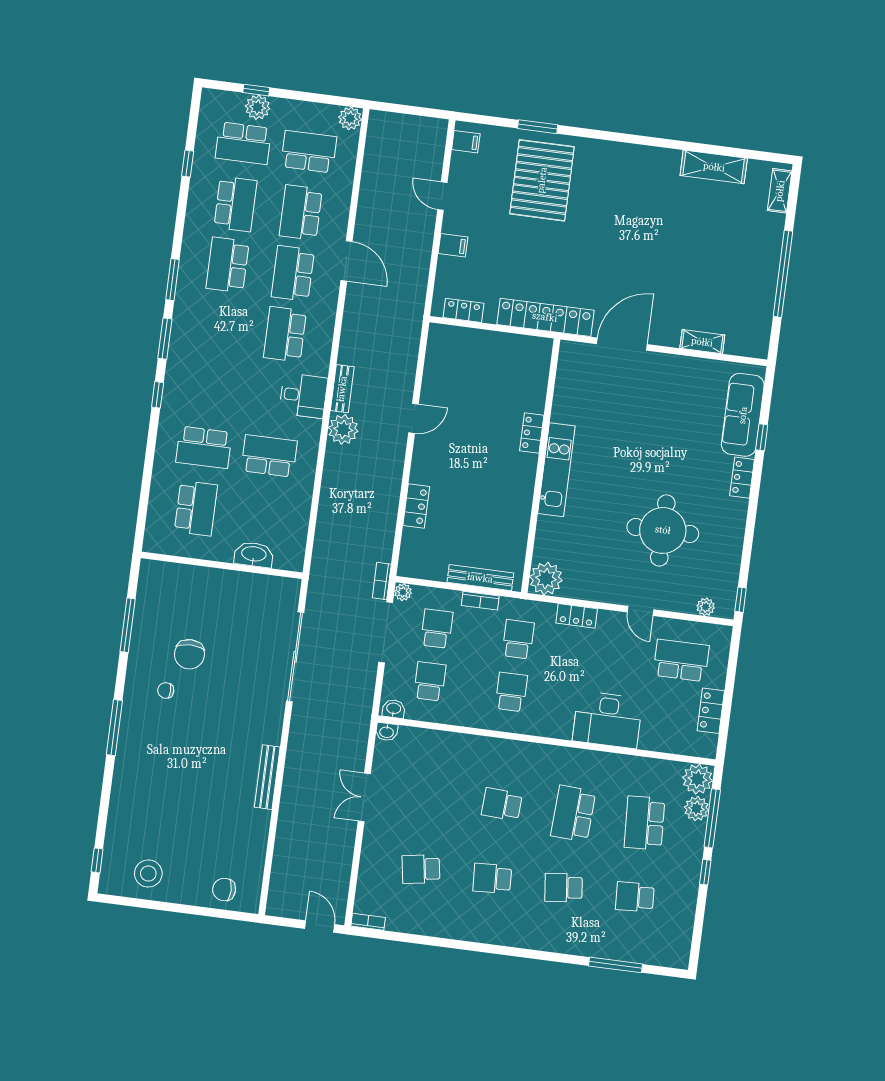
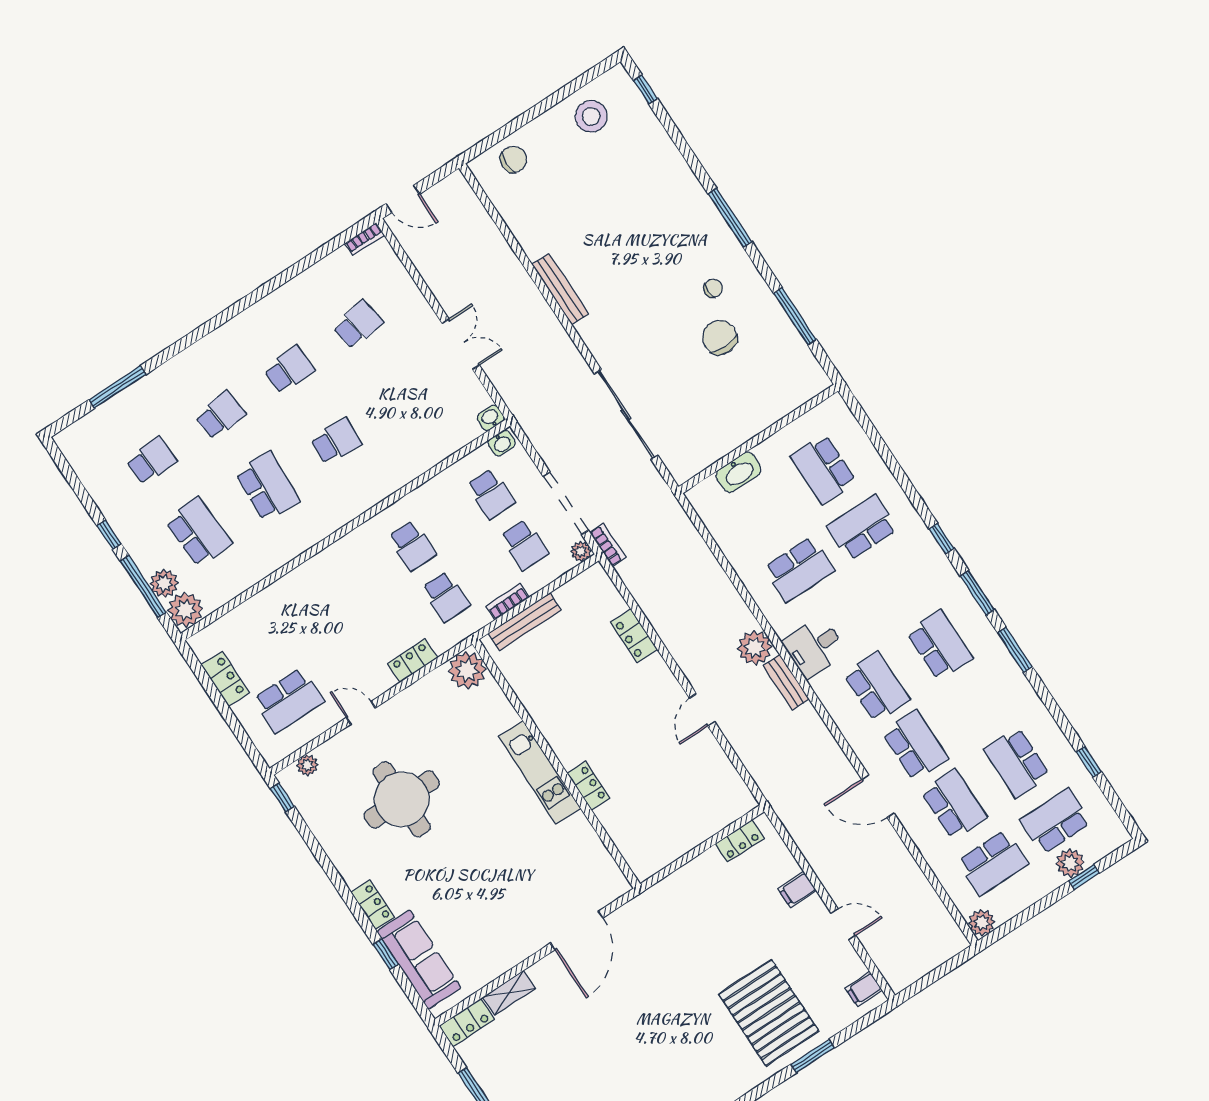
school desk: (228, 265) -> (939, 645), moved
locker: (545, 317) -> (467, 1023), moved, width x0.46, depth x0.83
desk: (607, 720) -> (308, 594), removed

